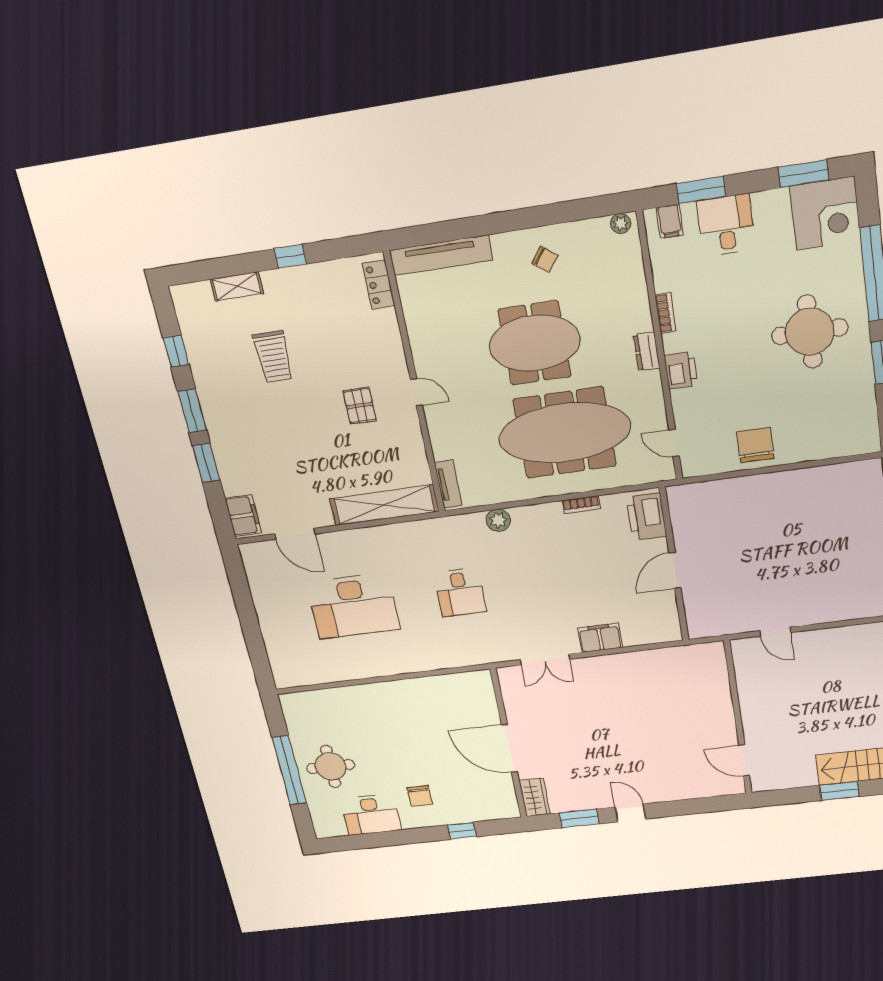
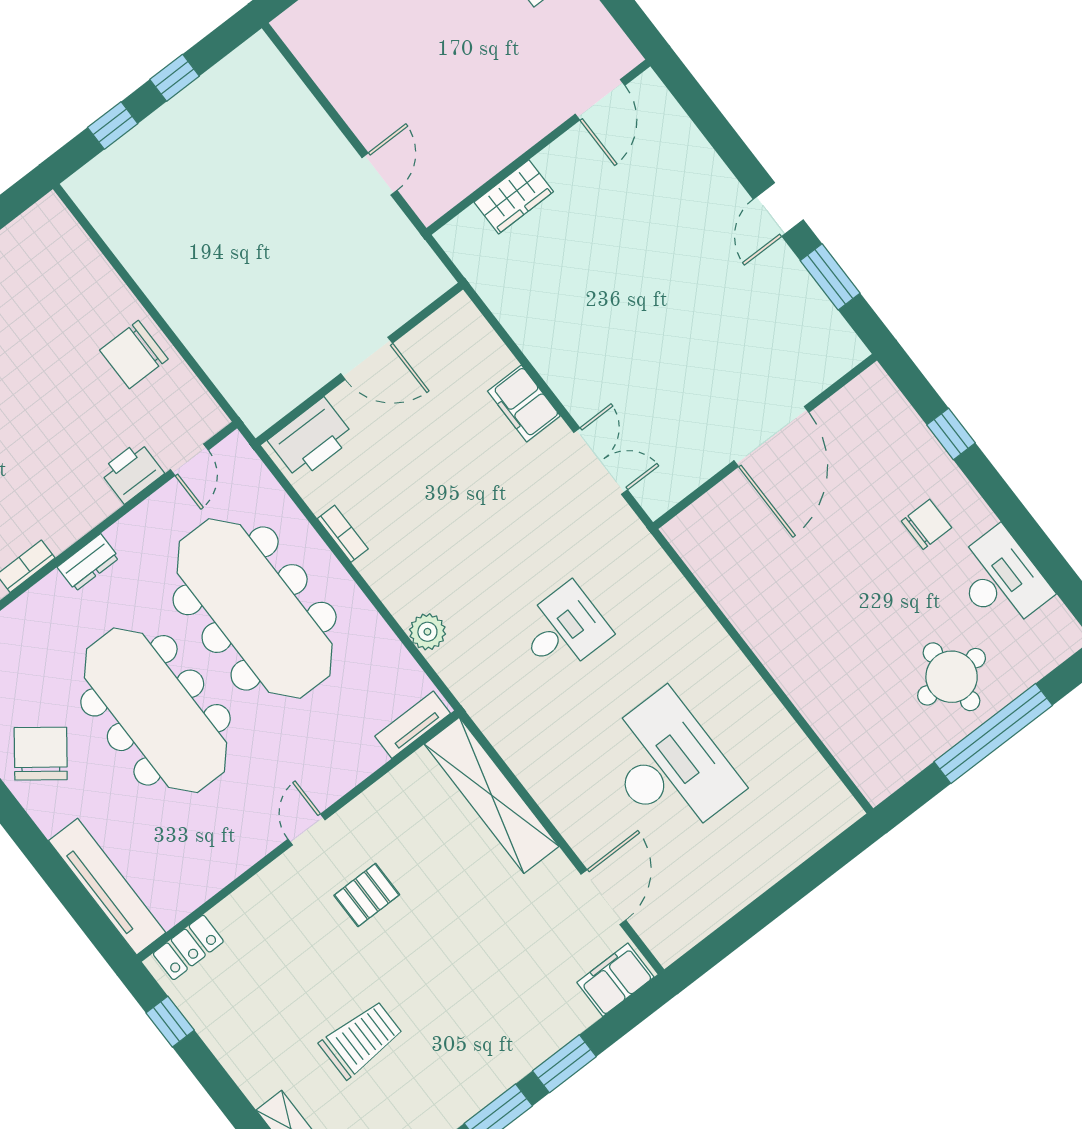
window: (290, 256) -> (170, 1022), moved
chair: (545, 259) -> (41, 754), width x1.87, depth x1.87
meeting table: (535, 343) -> (156, 710), width x1.36
printer: (681, 370) -> (132, 472), moved
wardrobe: (535, 797) -> (514, 197), moved, turned 180

